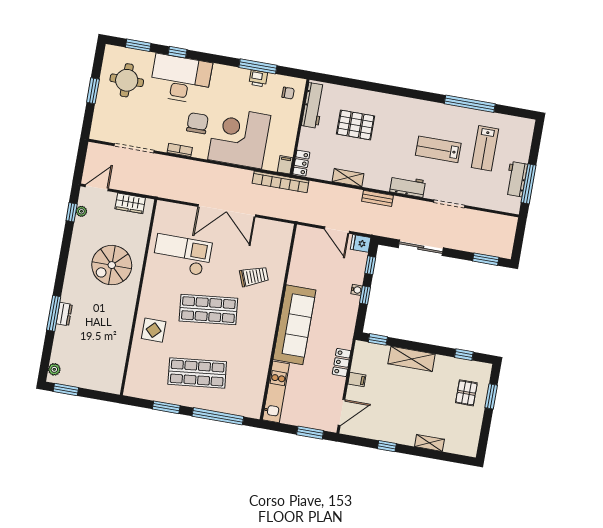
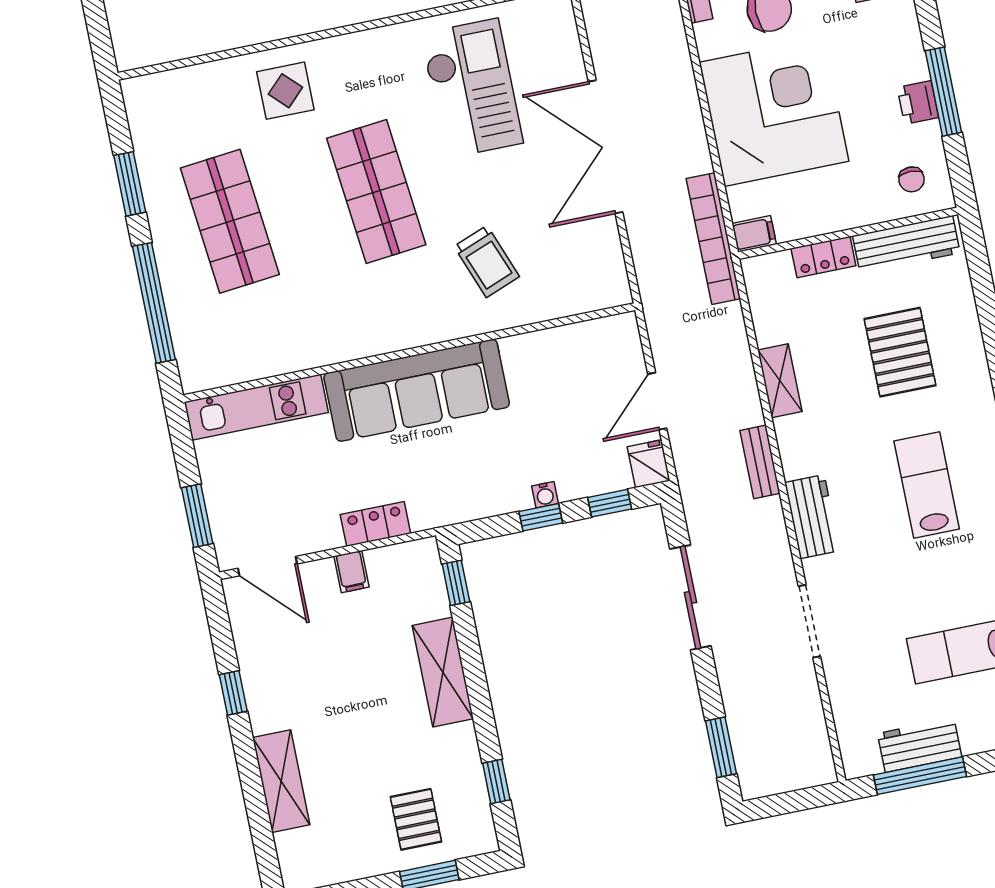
lab bench: (438, 149) -> (927, 485), moved
locker: (301, 163) -> (823, 257), moved
pallet: (466, 393) -> (416, 819), turned 90
shelving: (429, 443) -> (281, 781), width x1.50, depth x1.33

